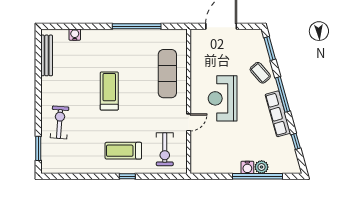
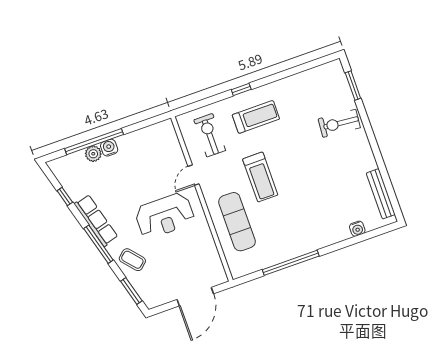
treadmill: (109, 91) -> (260, 177), moved
reception desk: (223, 98) -> (165, 216), turned 90
exercise bike: (60, 122) -> (339, 123), turned 91

